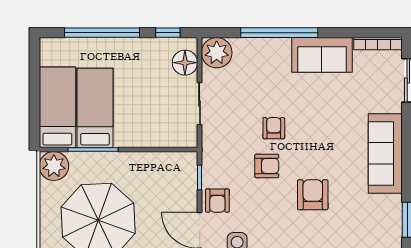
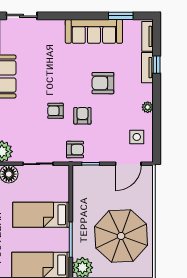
bed: (95, 108) -> (41, 215), moved
sofa: (385, 154) -> (94, 31), moved
armchair: (217, 201) -> (75, 150), moved

